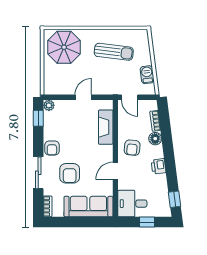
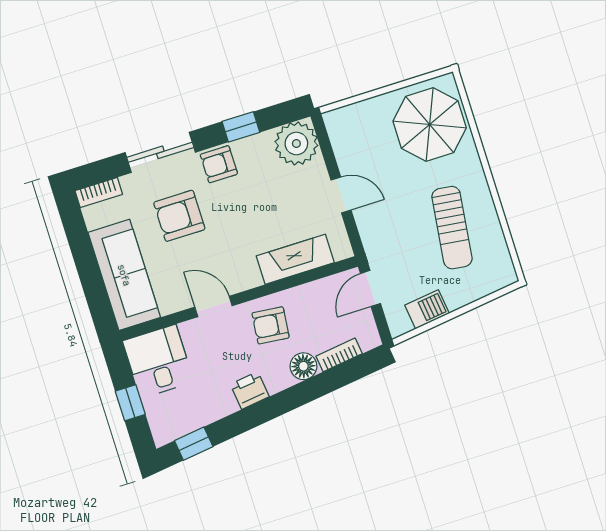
plant: (49, 105) -> (296, 144), width x1.88, depth x1.88
window: (38, 118) -> (241, 127), moved

